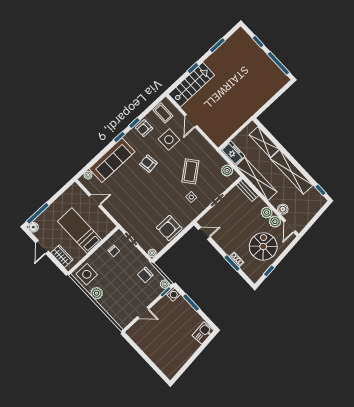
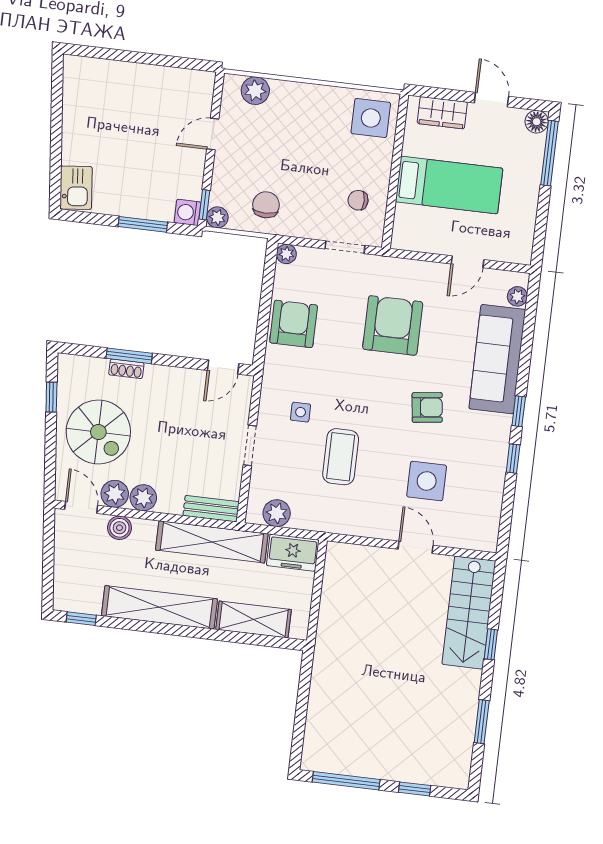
coffee table: (163, 113) -> (477, 519), removed
armchair: (144, 128) -> (393, 325), moved, width x1.88, depth x1.88
coffee table: (190, 171) -> (341, 457), turned 38
plant: (97, 293) -> (255, 91), moved

